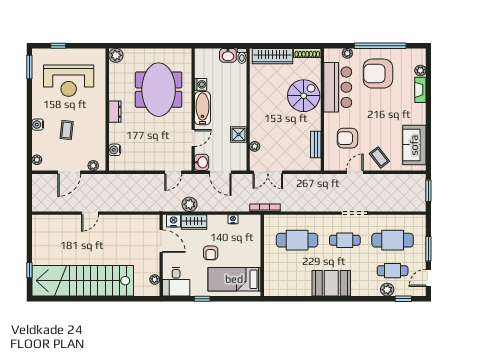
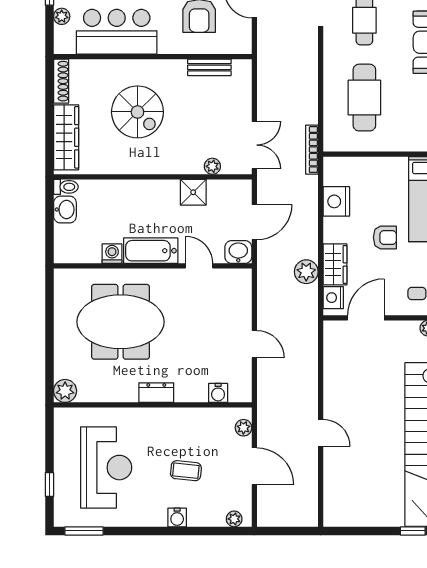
spiral stairs: (304, 96) -> (137, 112), moved, turned 180
door: (173, 172) -> (254, 344), moved
nightstand: (233, 219) -> (336, 201), width x1.89, depth x1.79

